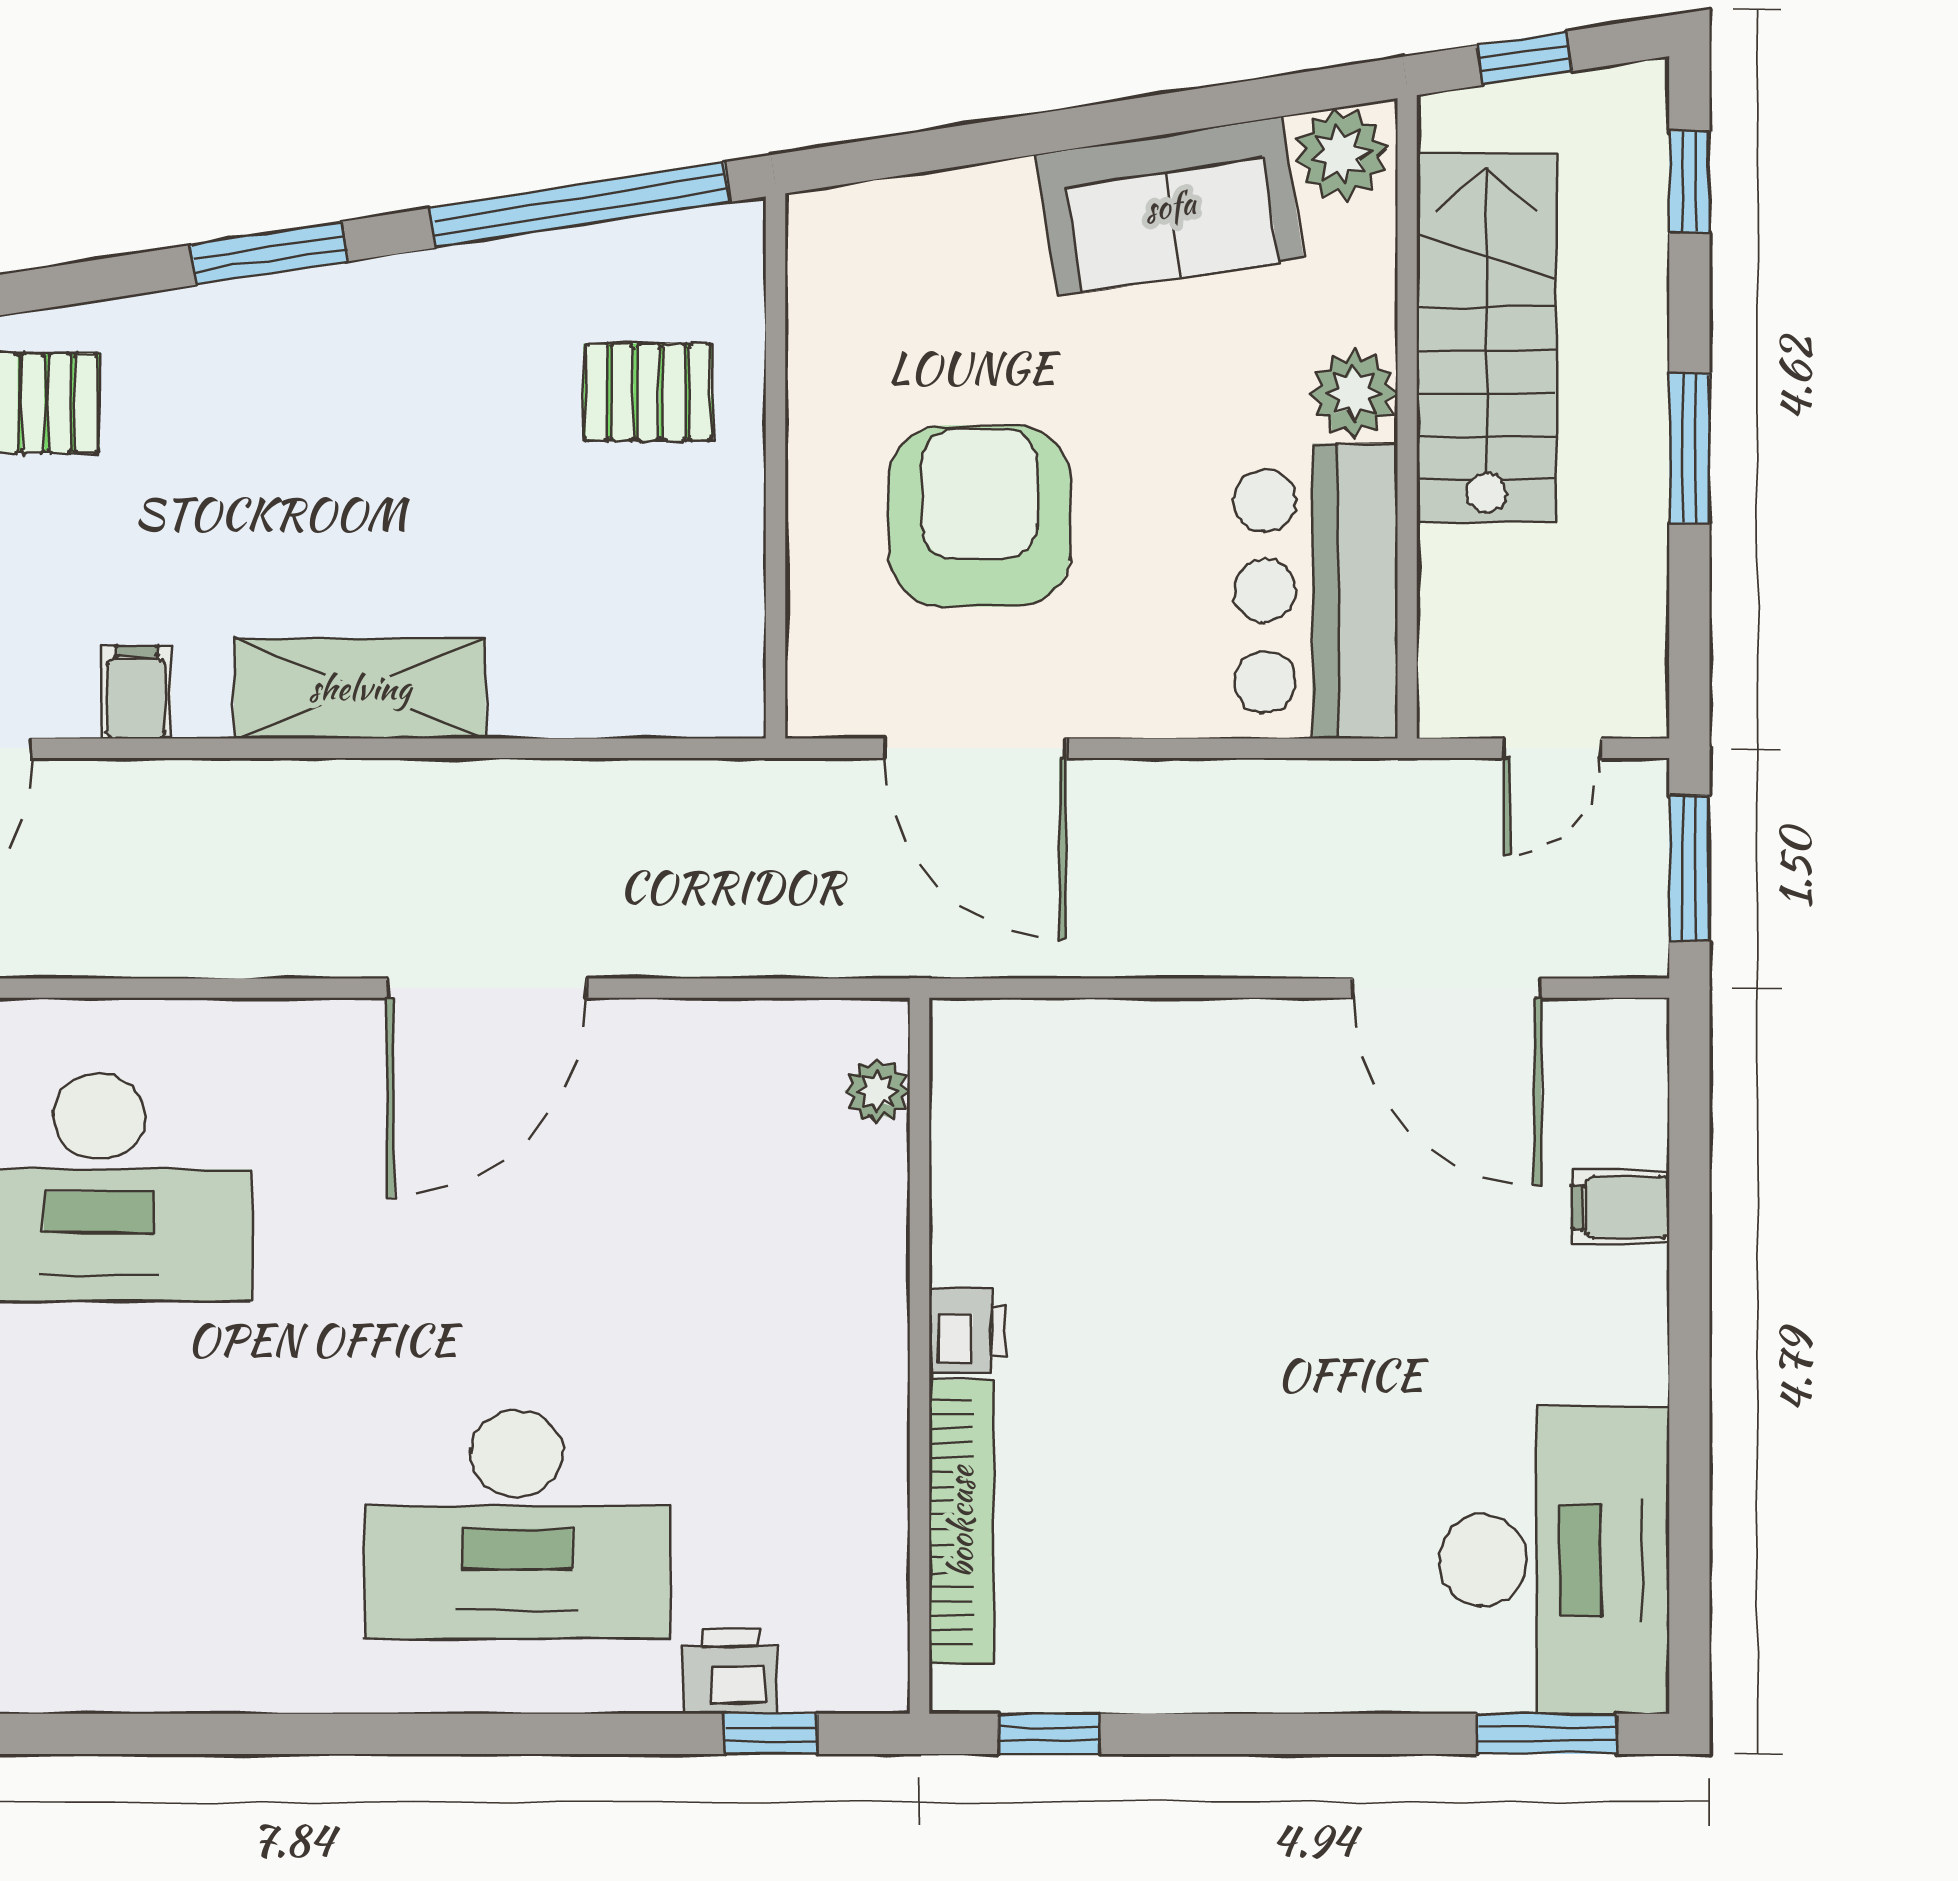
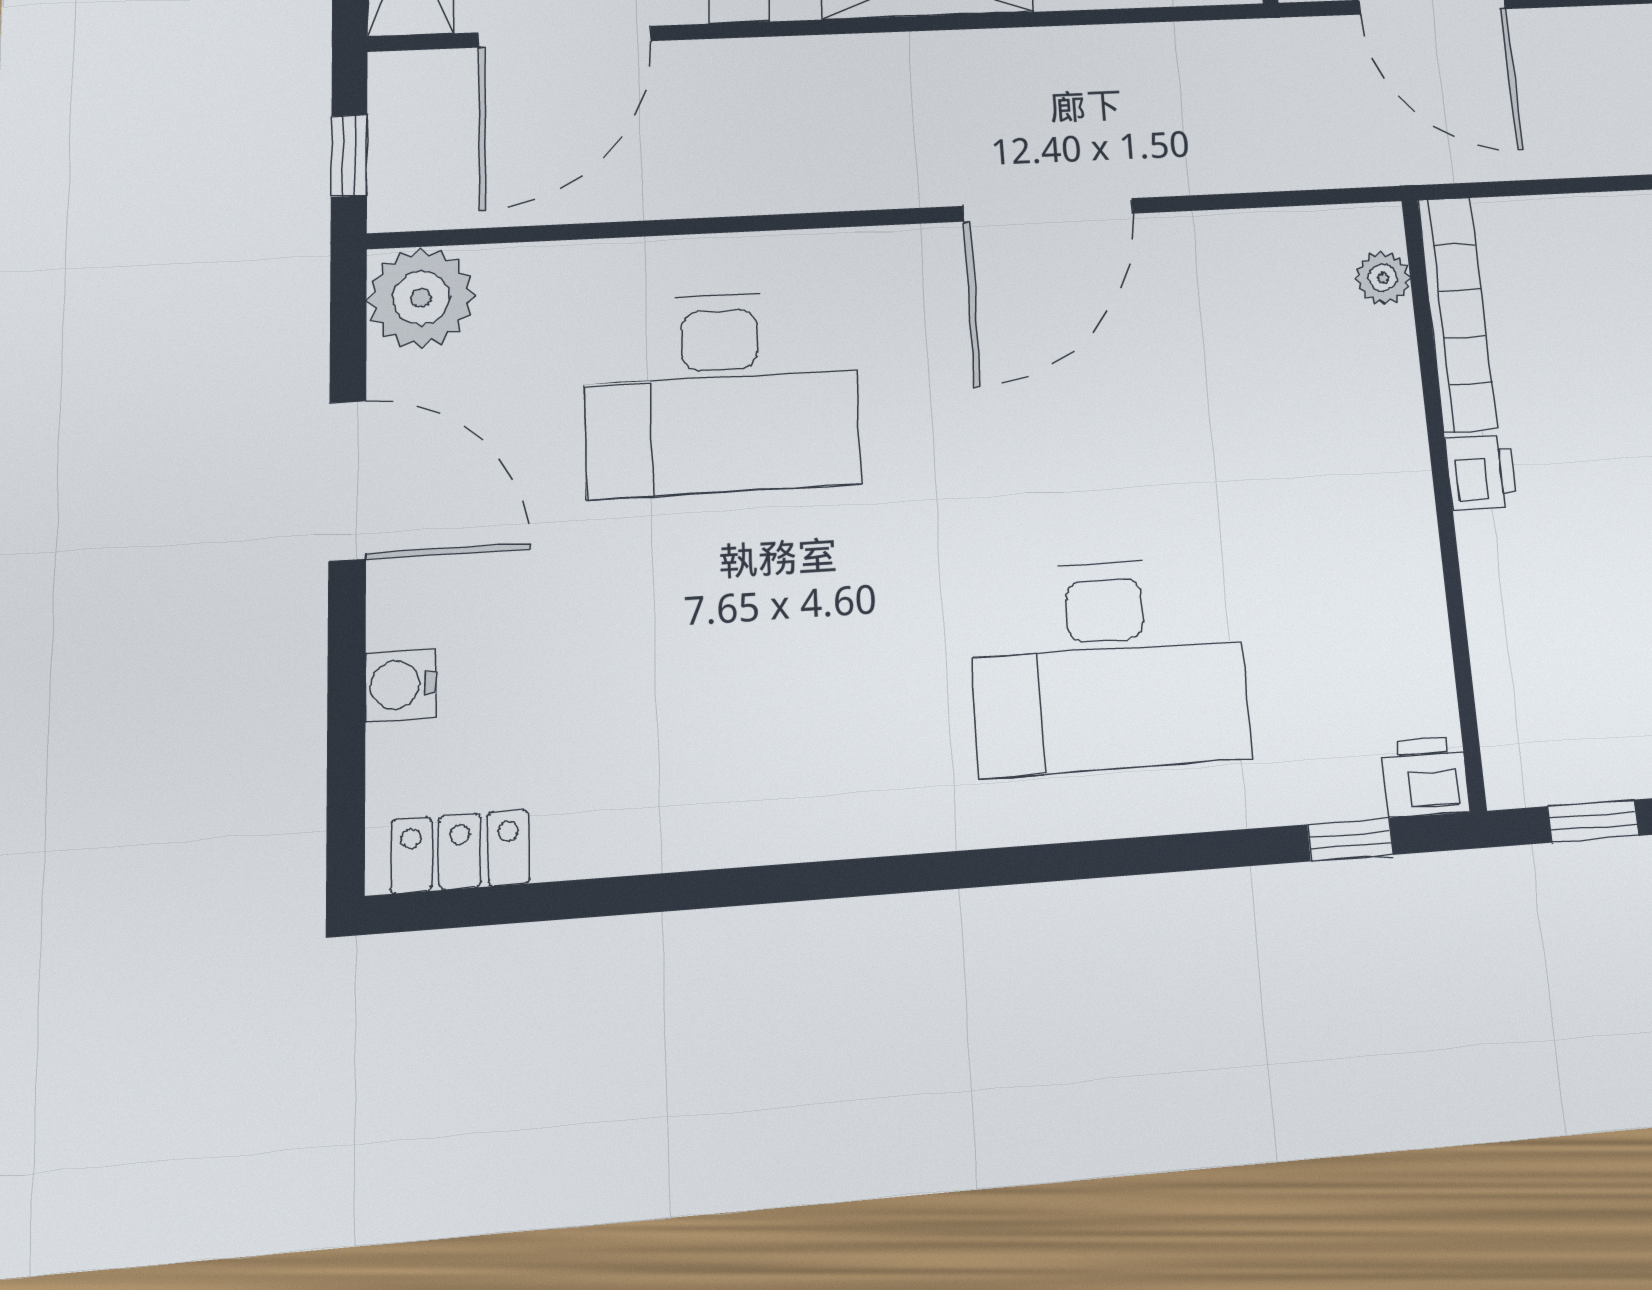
bookcase: (961, 1522) -> (1457, 314), moved
printer: (730, 1672) -> (1426, 777), moved

